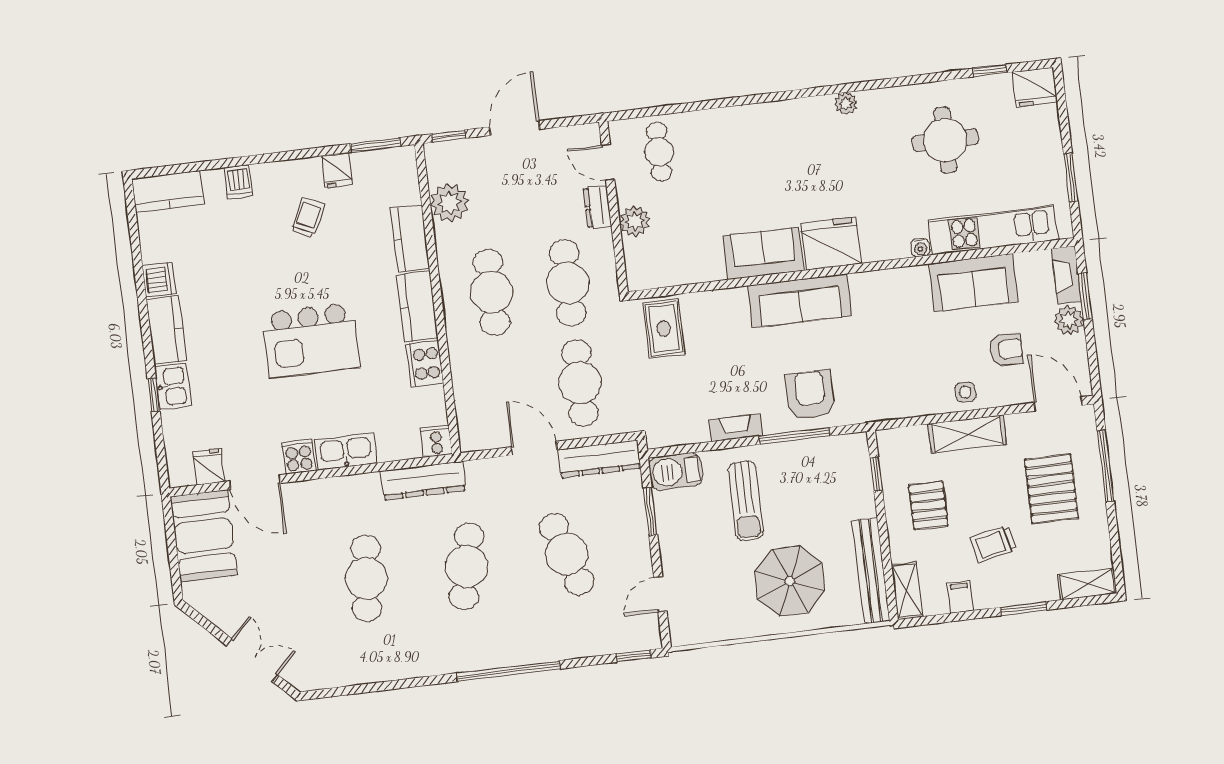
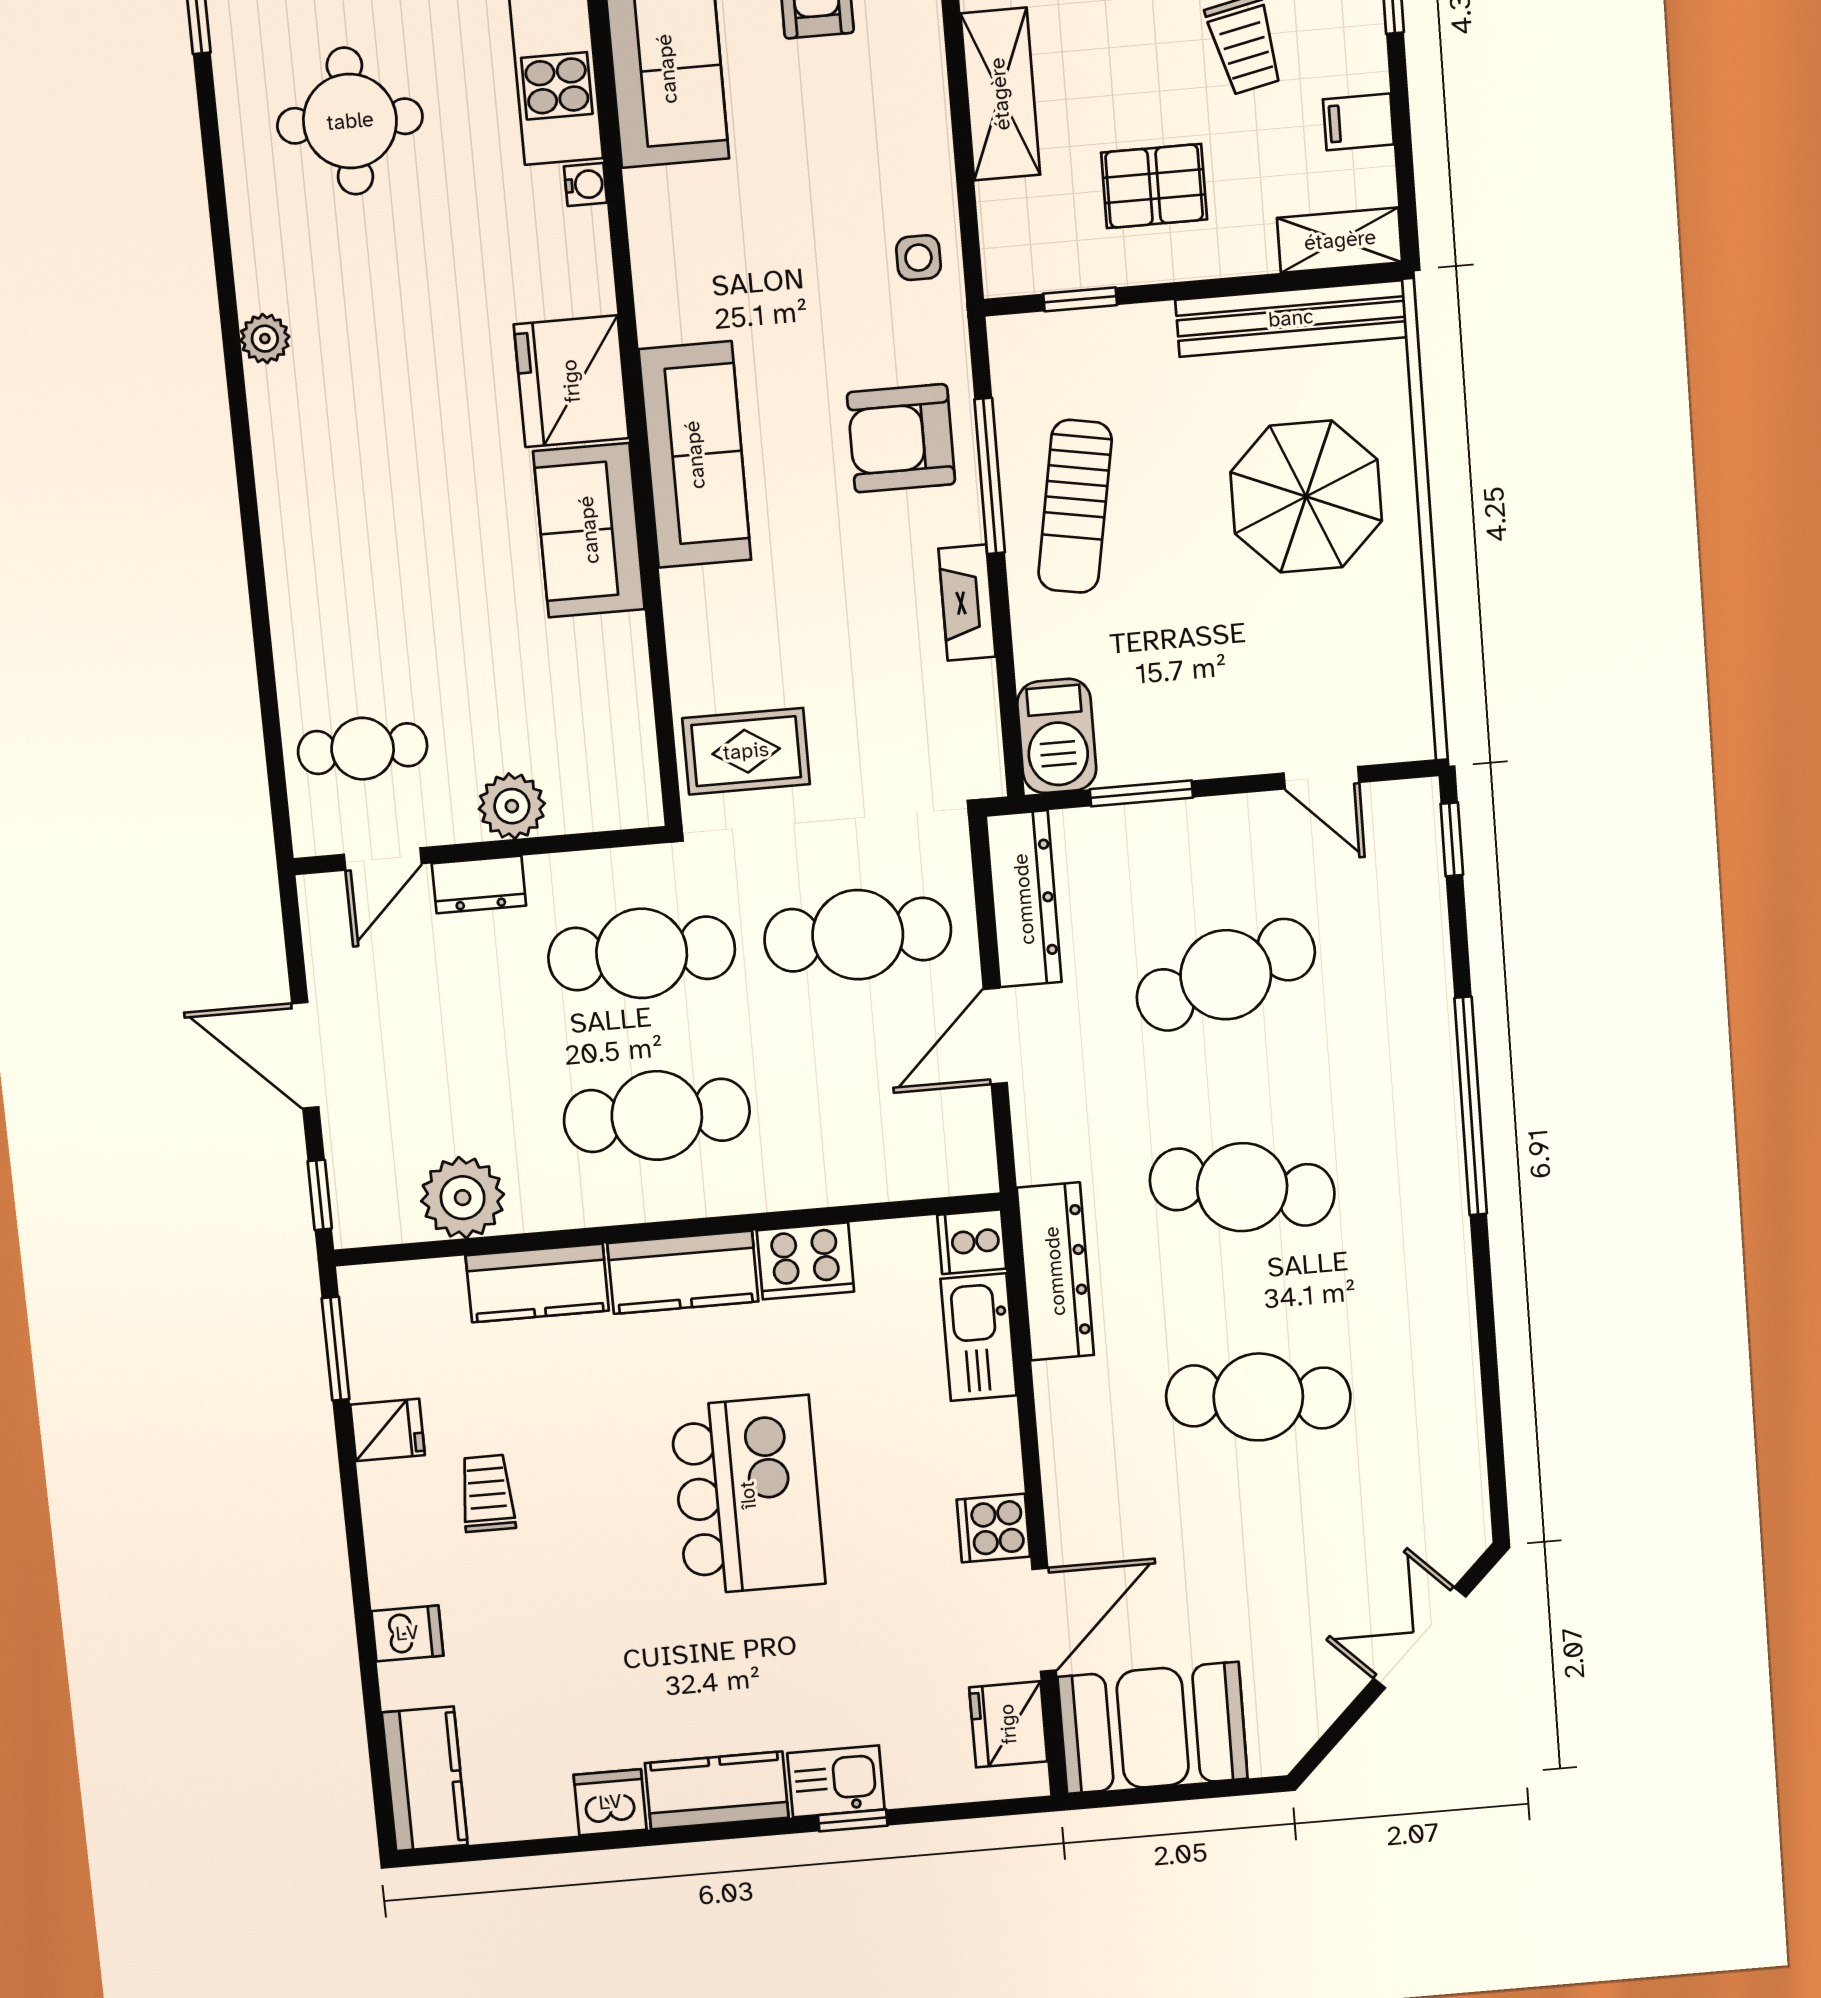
trolley: (308, 218) -> (487, 1493), turned 64
side table: (965, 392) -> (918, 258), moved
kitchen sink: (346, 451) -> (979, 1337), moved
fridge: (209, 467) -> (1008, 1724), width x1.38
sun lounger: (746, 501) -> (1075, 506), moved, turned 100

